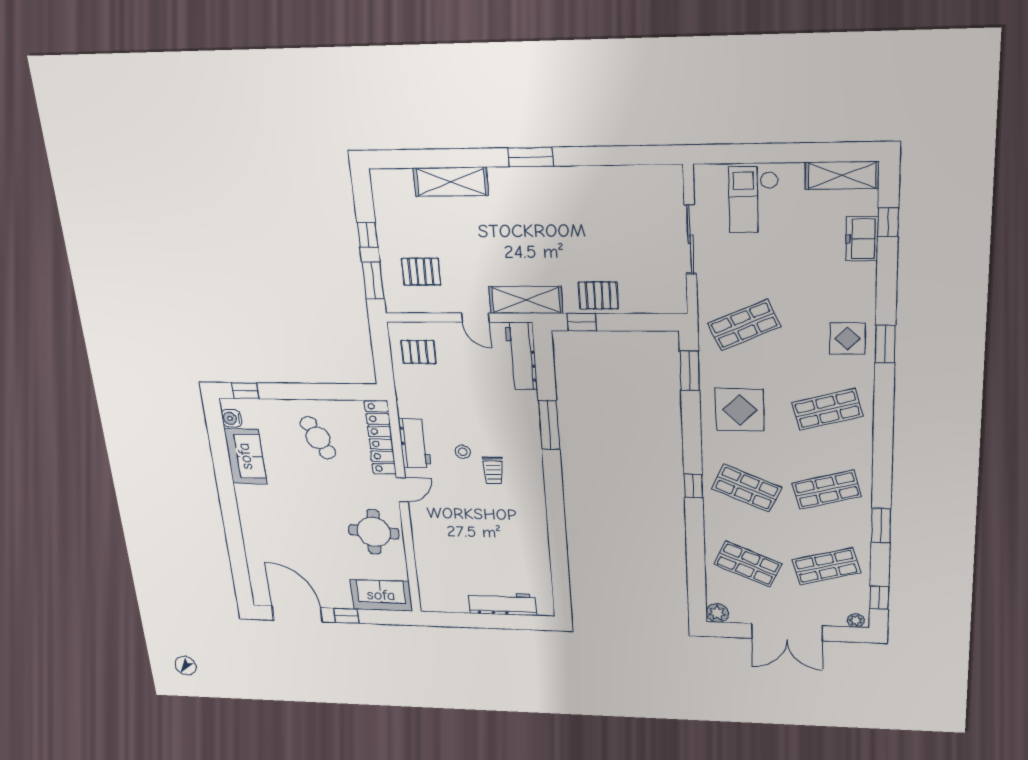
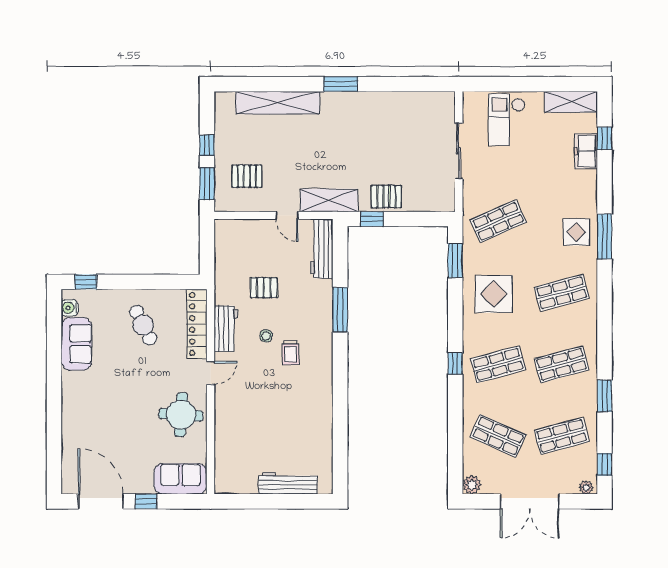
shelving: (451, 182) -> (278, 103), width x1.47
window: (885, 344) -> (605, 237), width x1.44
pallet: (418, 352) -> (264, 288), moved
shop shelf: (747, 488) -> (498, 364), turned -39

